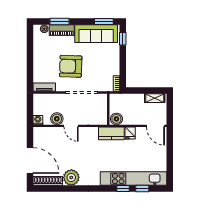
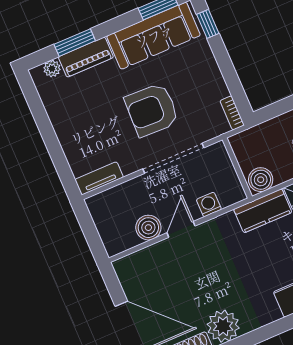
armchair: (71, 66) -> (152, 110), moved
washing machine: (38, 120) -> (209, 204), moved
door: (71, 126) -> (181, 229), swing flipped

